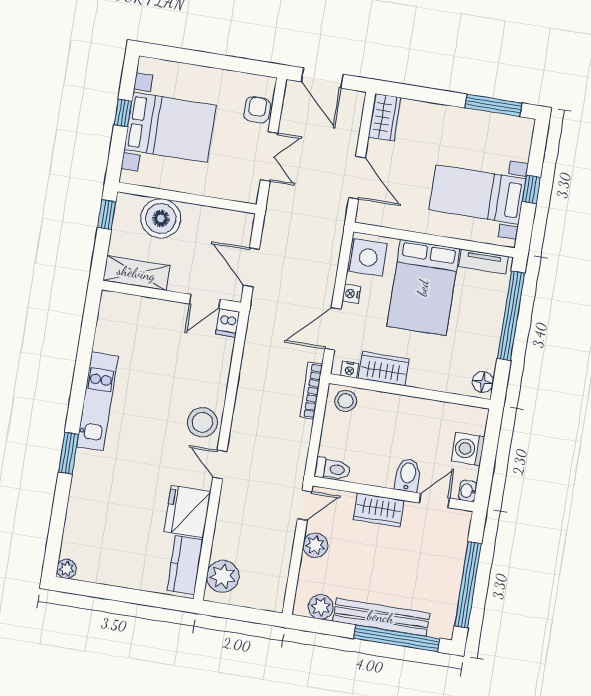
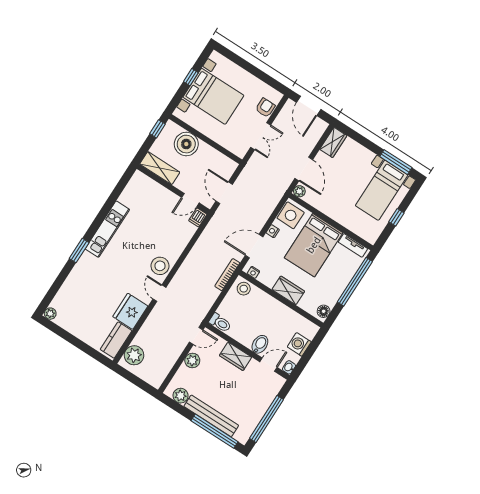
bed with nightstands: (477, 194) -> (382, 190), moved, turned -90
plant: (365, 215) -> (299, 191), added
wardrobe: (384, 369) -> (288, 290), moved

